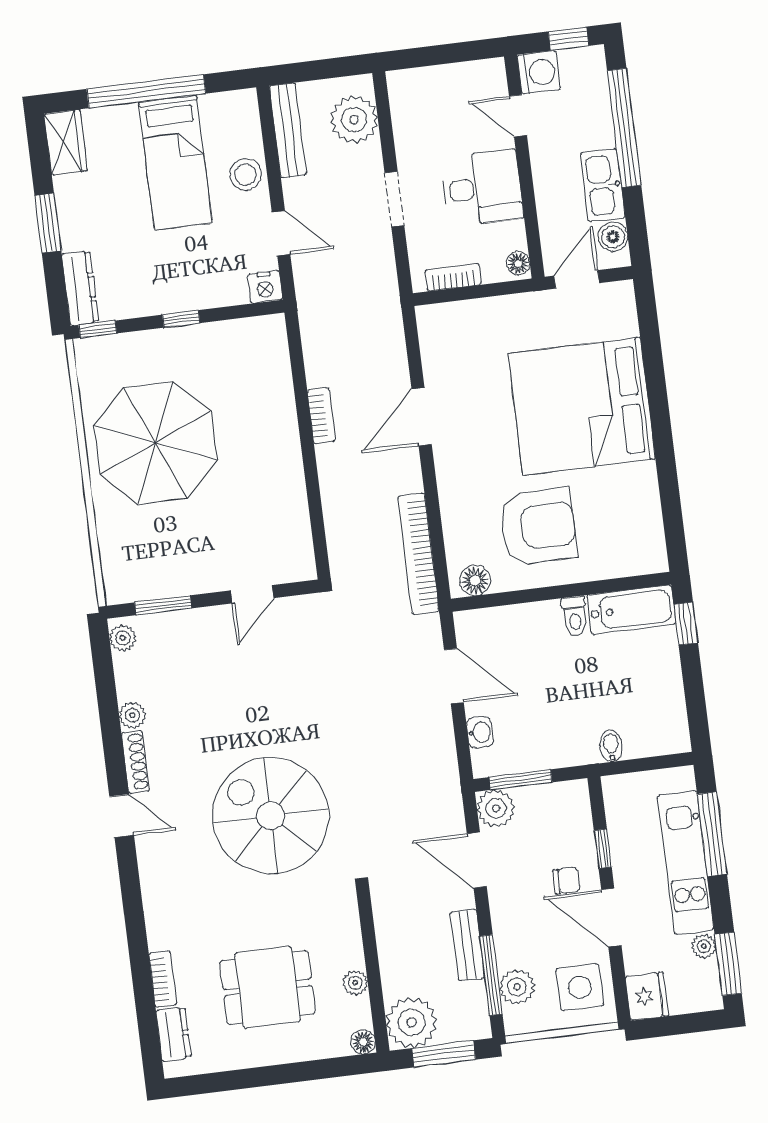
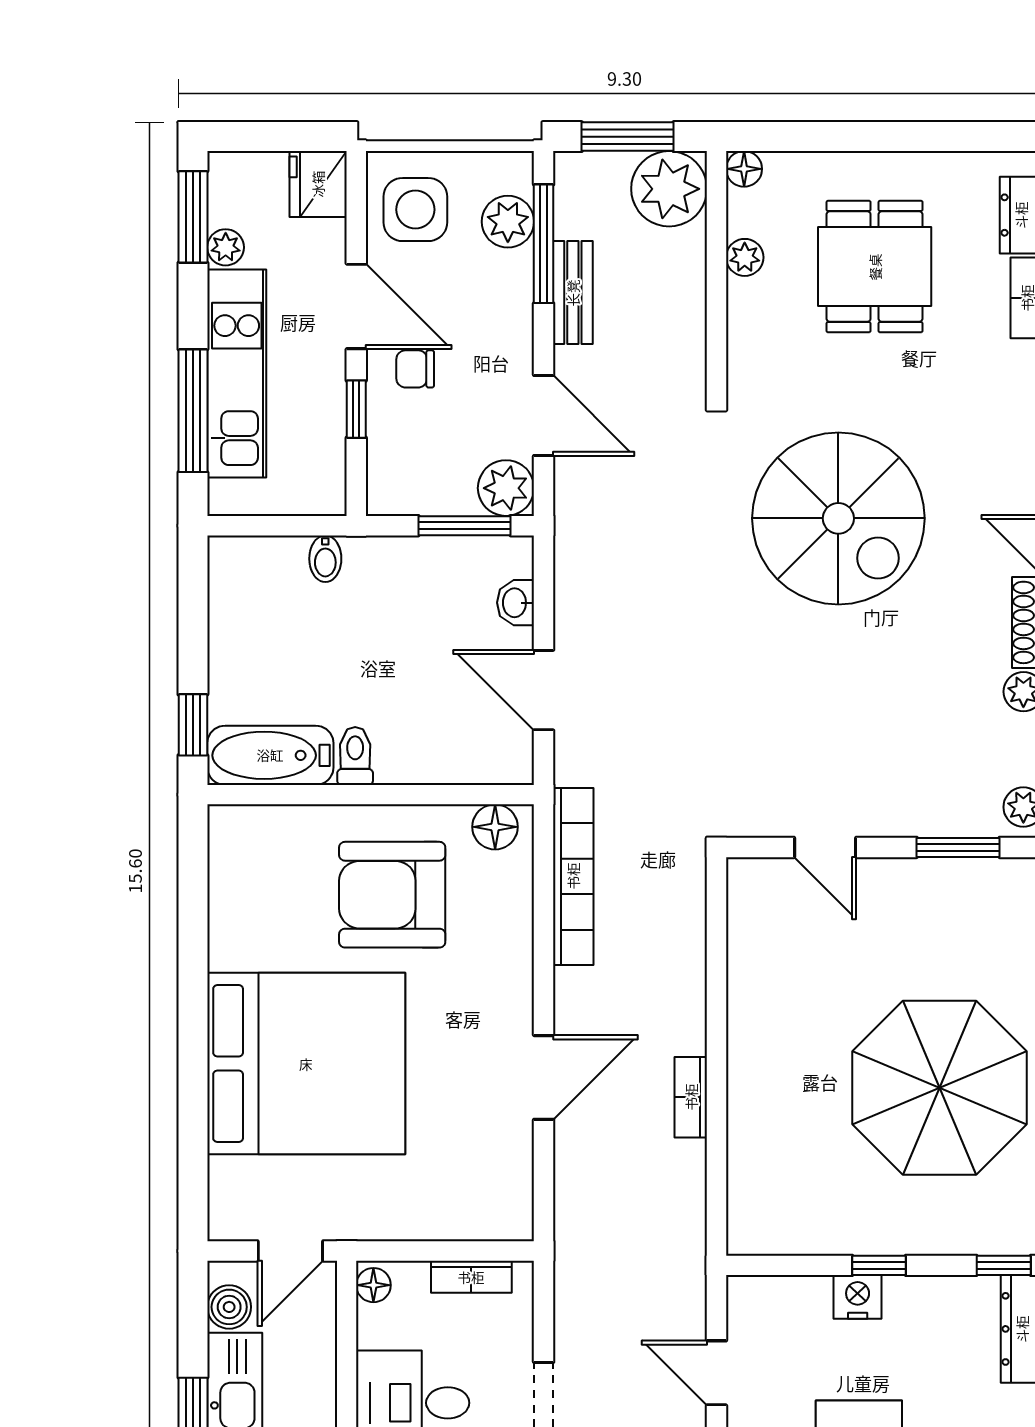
nightstand: (265, 287) -> (858, 1297), moved
door: (252, 594) -> (825, 847), swing flipped
dining table: (268, 987) -> (875, 267), turned 90

